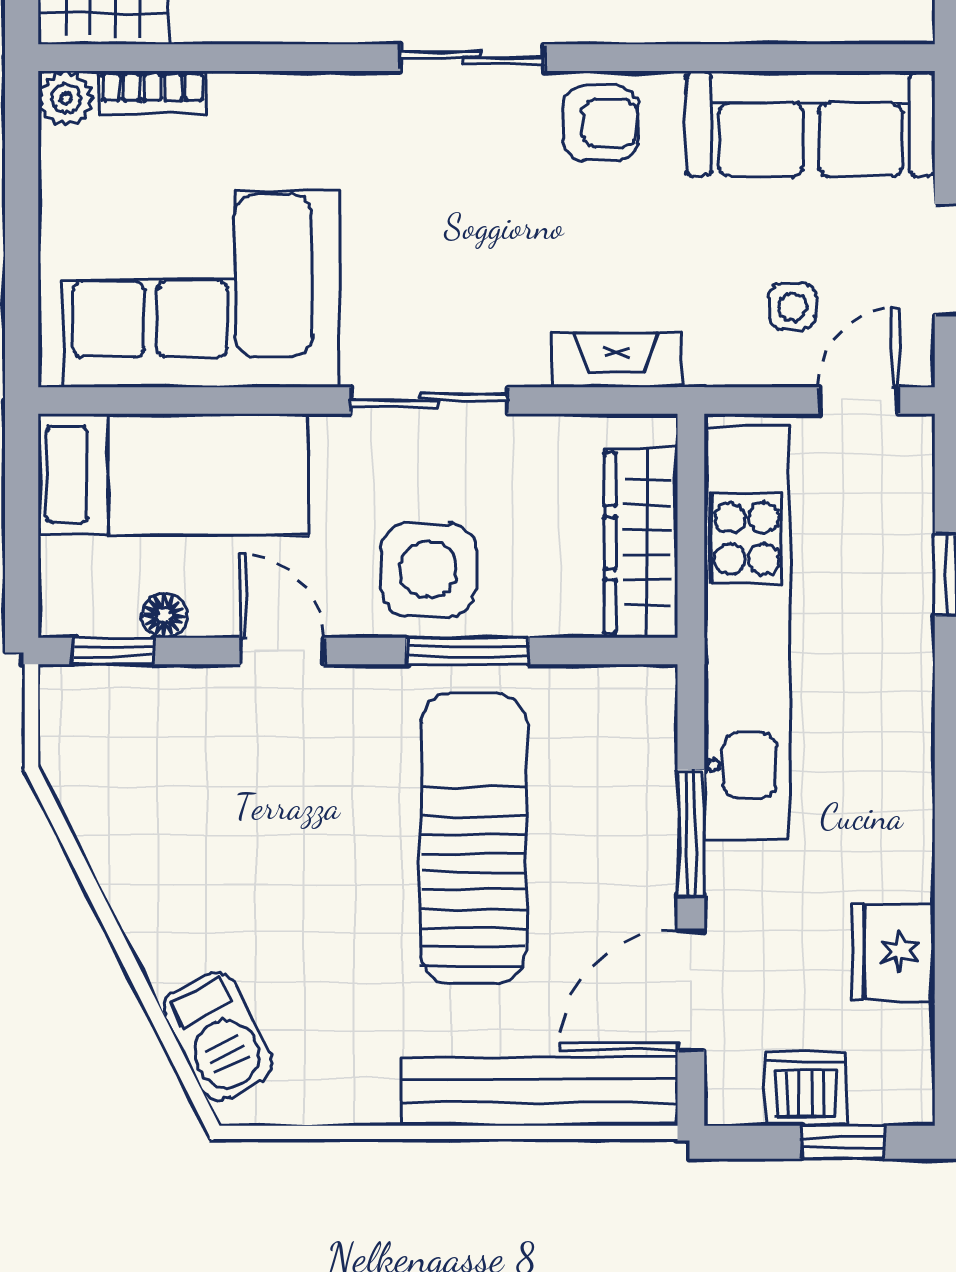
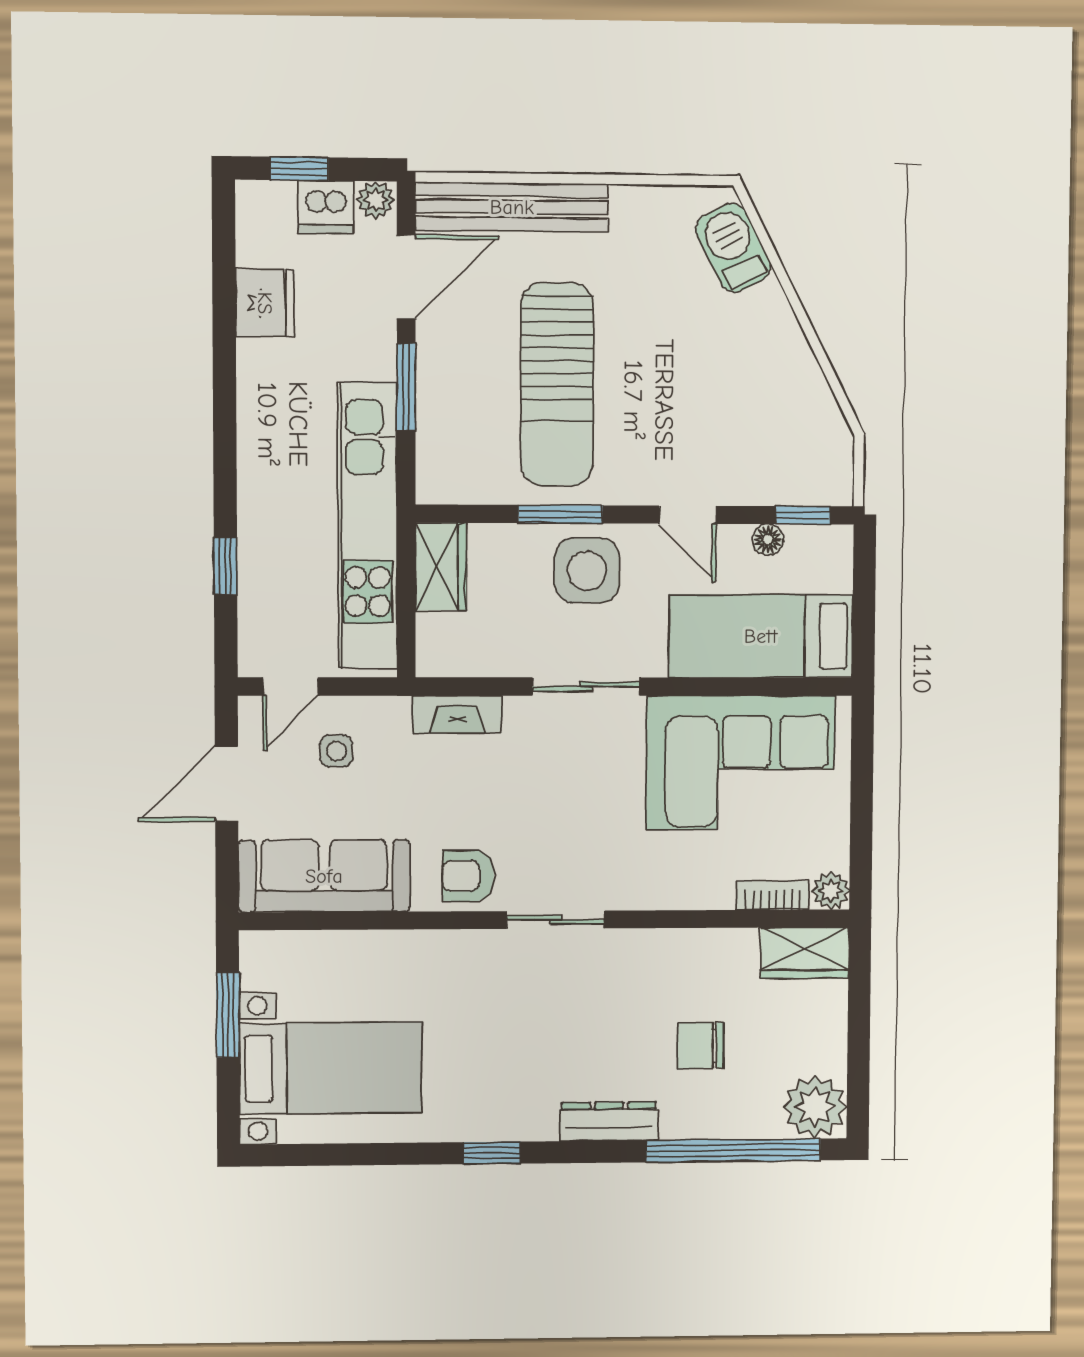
wardrobe: (641, 543) -> (441, 567), width x0.67
plant: (735, 1099) -> (376, 200), added

